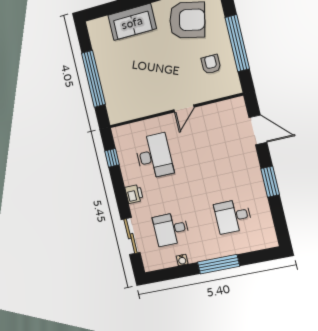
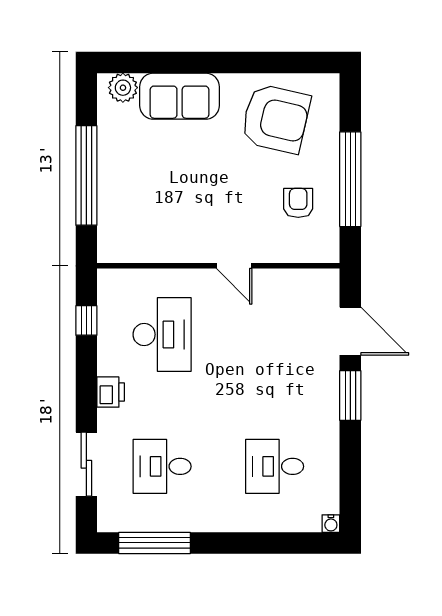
plant: (101, 26) -> (123, 88), added
door: (184, 109) -> (234, 266), hinge flipped
window: (270, 182) -> (350, 396), moved
water cooler: (182, 260) -> (331, 524), moved
window: (218, 264) -> (155, 543), moved

